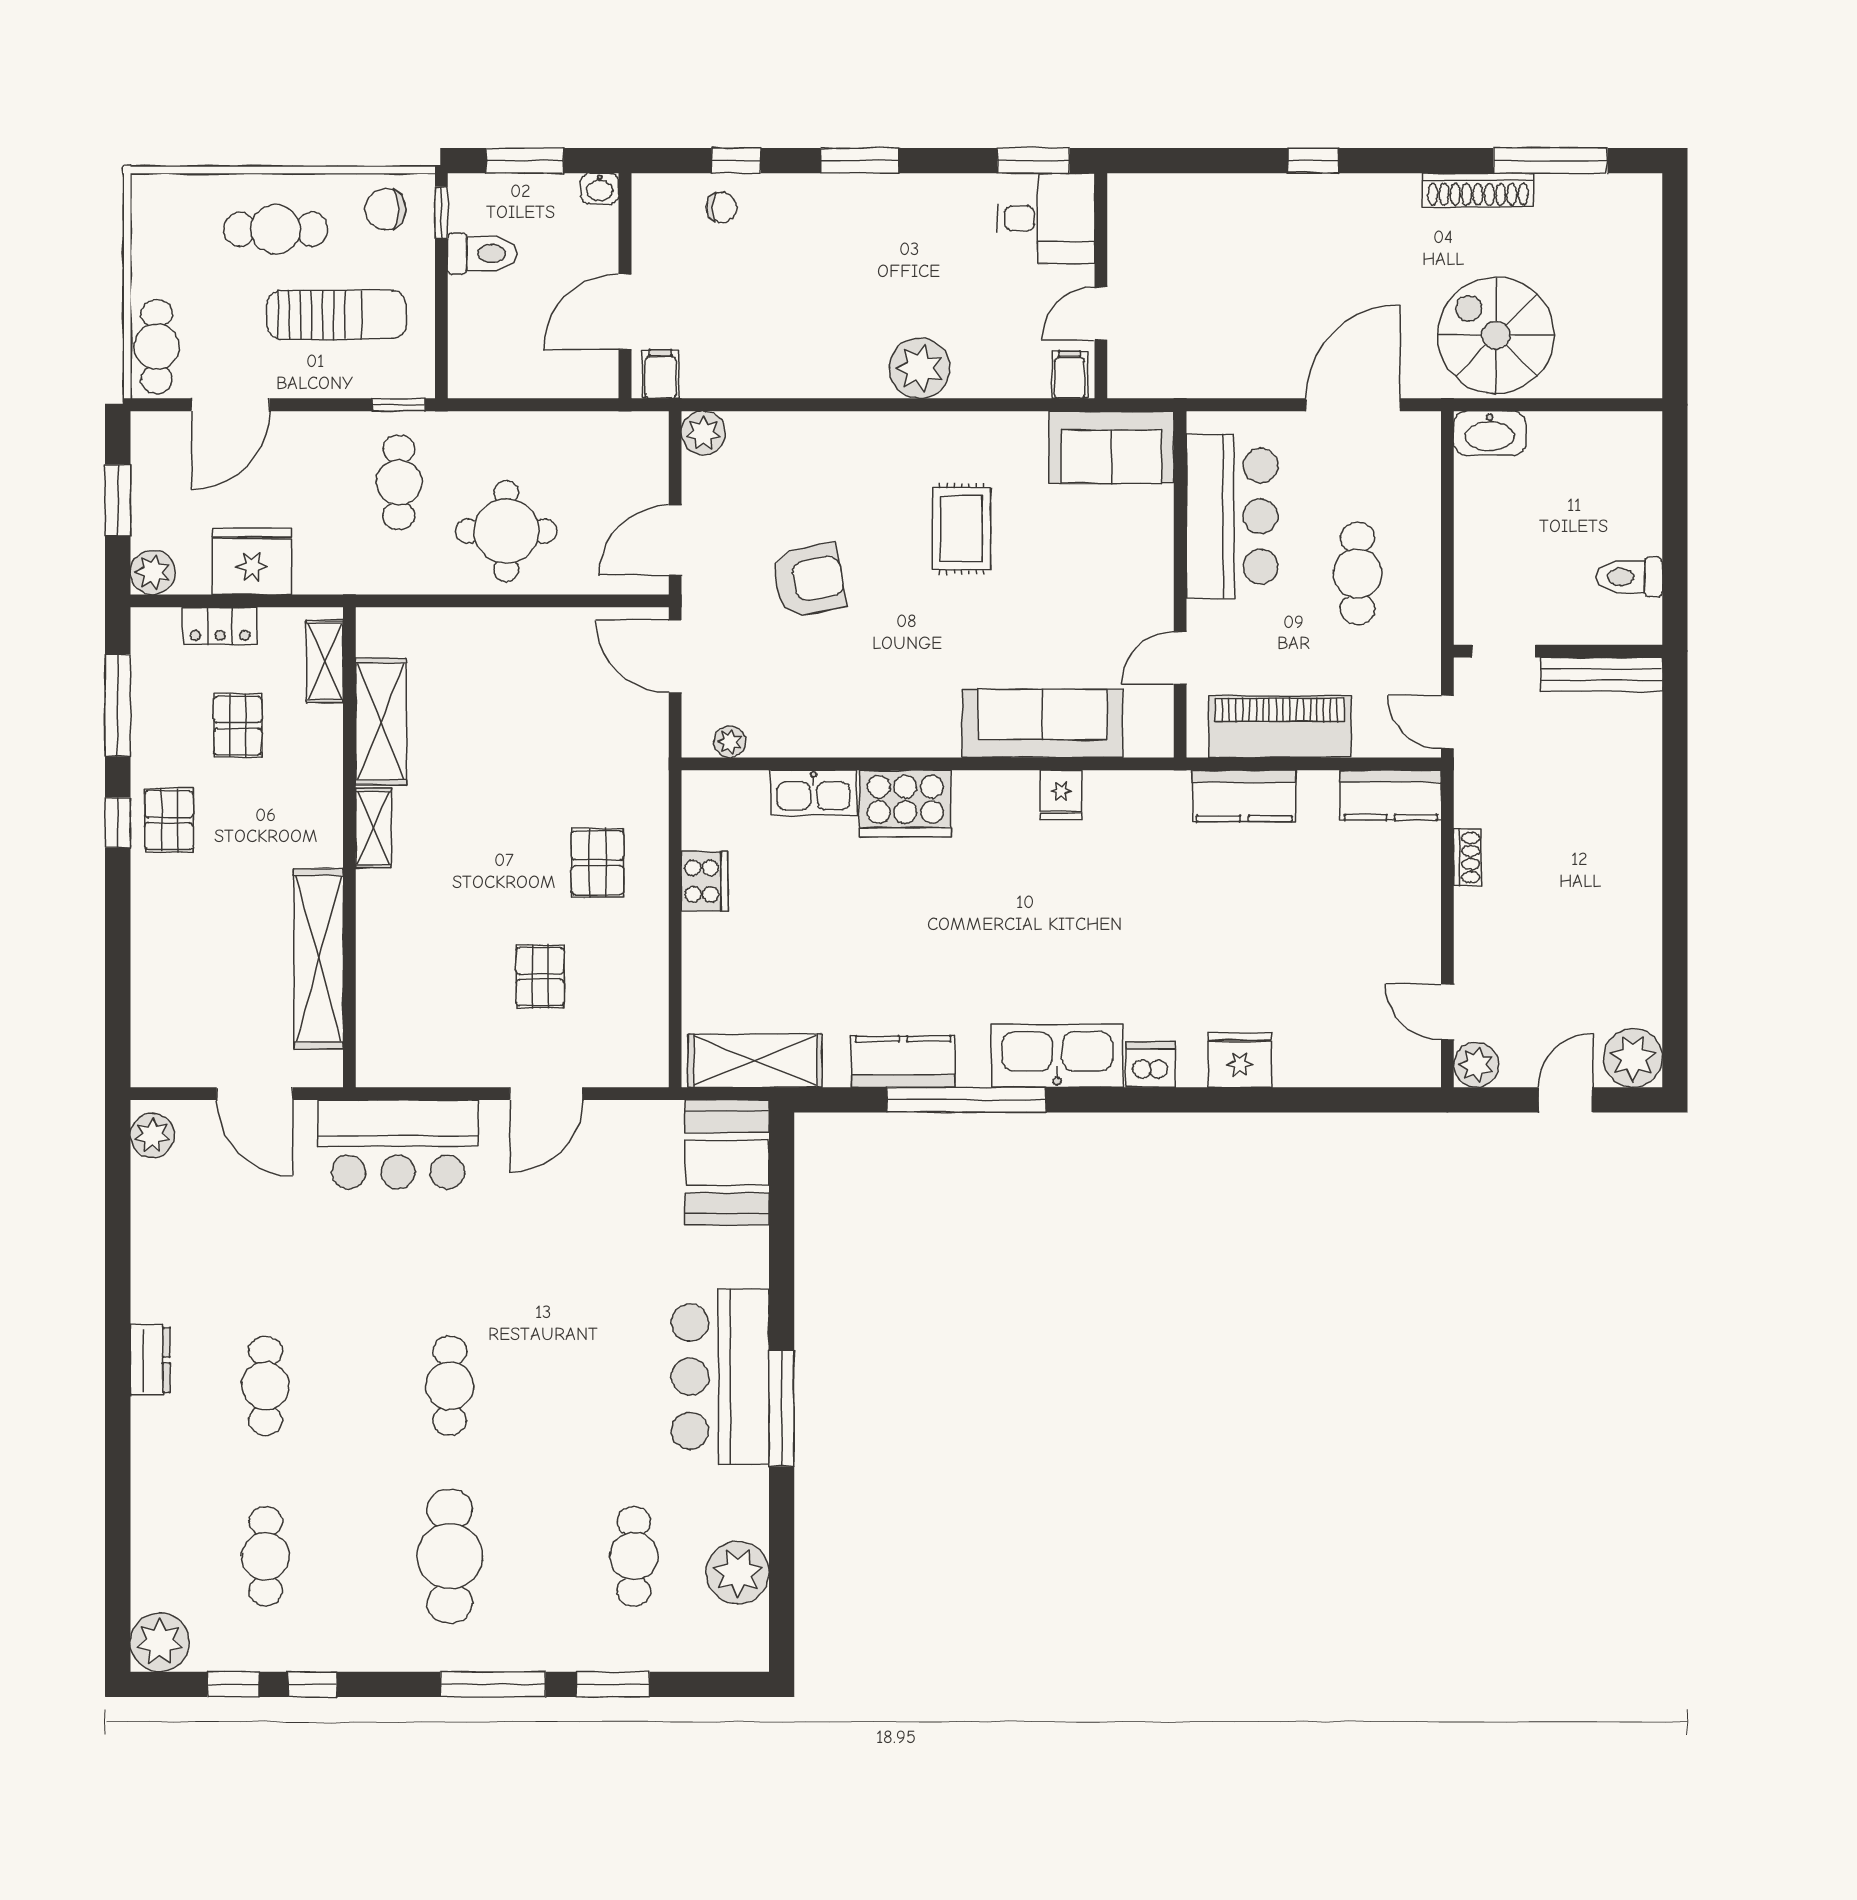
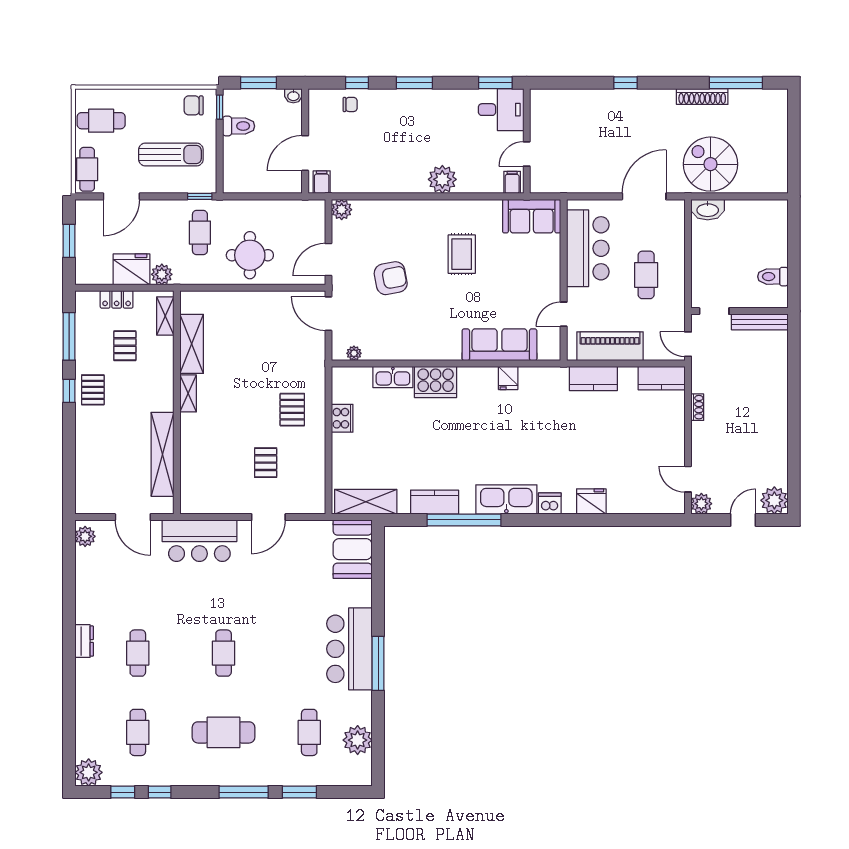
cafe table: (276, 229) -> (101, 121), moved
plant: (153, 572) -> (162, 274), moved
cafe table: (450, 1556) -> (224, 732), turned 90

